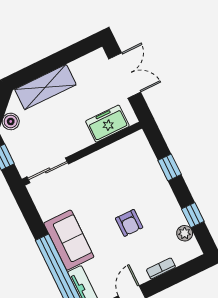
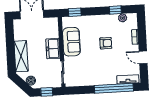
freezer: (107, 124) -> (53, 49), moved
window: (170, 167) -> (75, 12), moved
sofa: (69, 240) -> (71, 42), moved, turned 90

